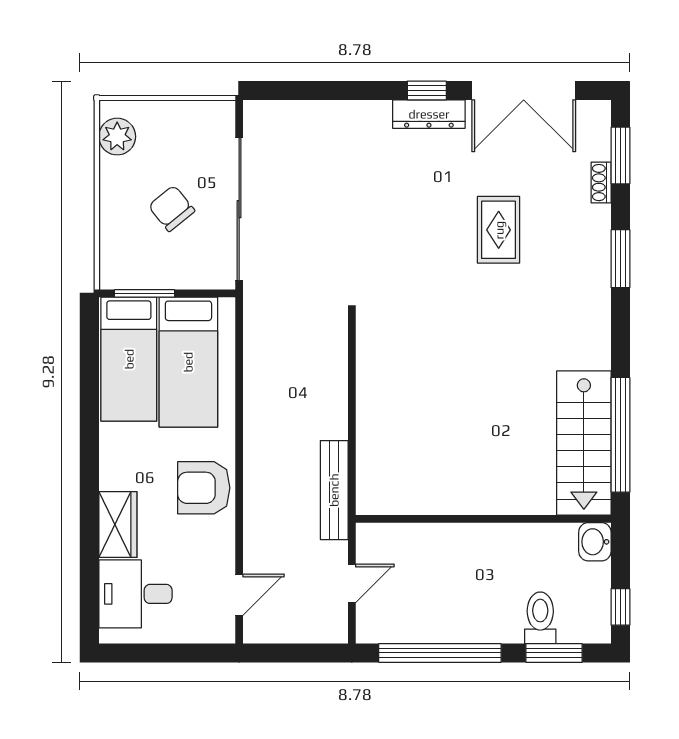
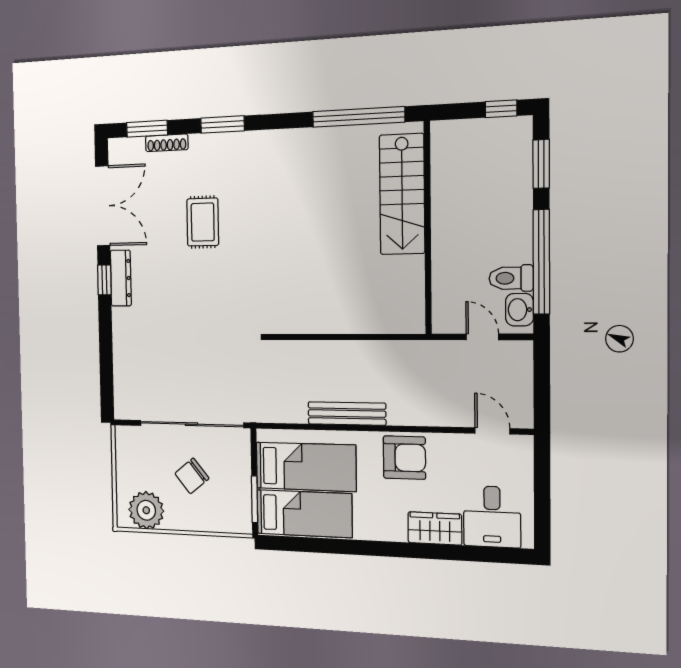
plant: (117, 137) -> (146, 510), width x1.36, depth x1.36
shoe rack: (601, 183) -> (167, 143), width x1.43
rug: (499, 230) -> (203, 222), turned 90
stairs: (584, 443) -> (402, 194), moved, turned 90
armchair: (204, 488) -> (404, 458), turned -90
bench: (334, 490) -> (347, 414), moved
washbasin: (595, 542) -> (519, 310), moved, turned 90
toilet: (540, 618) -> (511, 278), moved

